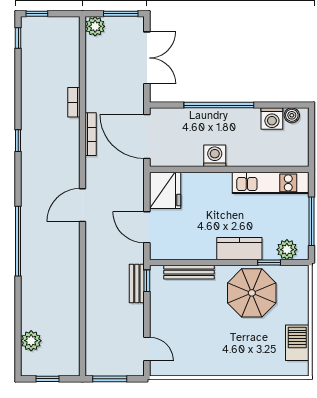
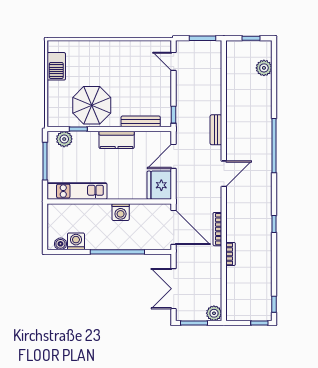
door: (147, 227) -> (174, 156), swing flipped
kitchen counter: (239, 249) -> (117, 140), moved
bench: (137, 283) -> (216, 130), moved

